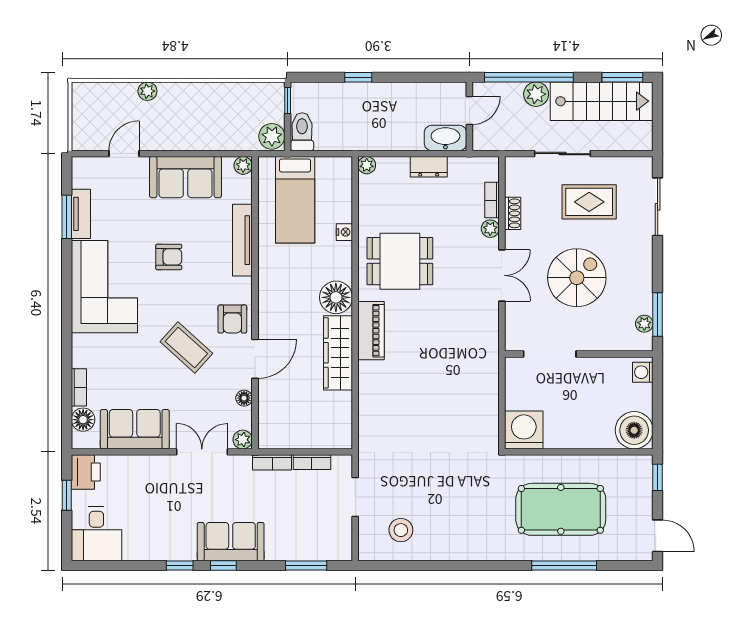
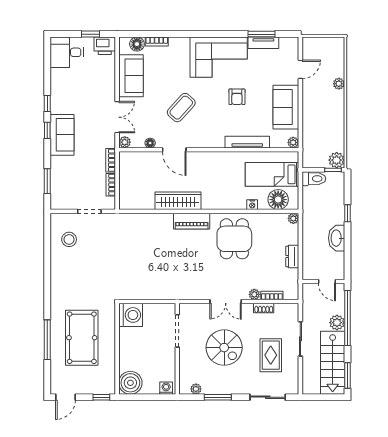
plant: (272, 136) -> (337, 160), moved
washbasin: (445, 138) -> (337, 238), moved, turned 180
door: (124, 154) -> (300, 69), hinge flipped
floor lamp: (336, 297) -> (278, 200), moved
window: (658, 314) -> (218, 397), moved
armchair: (232, 319) -> (199, 136), removed

